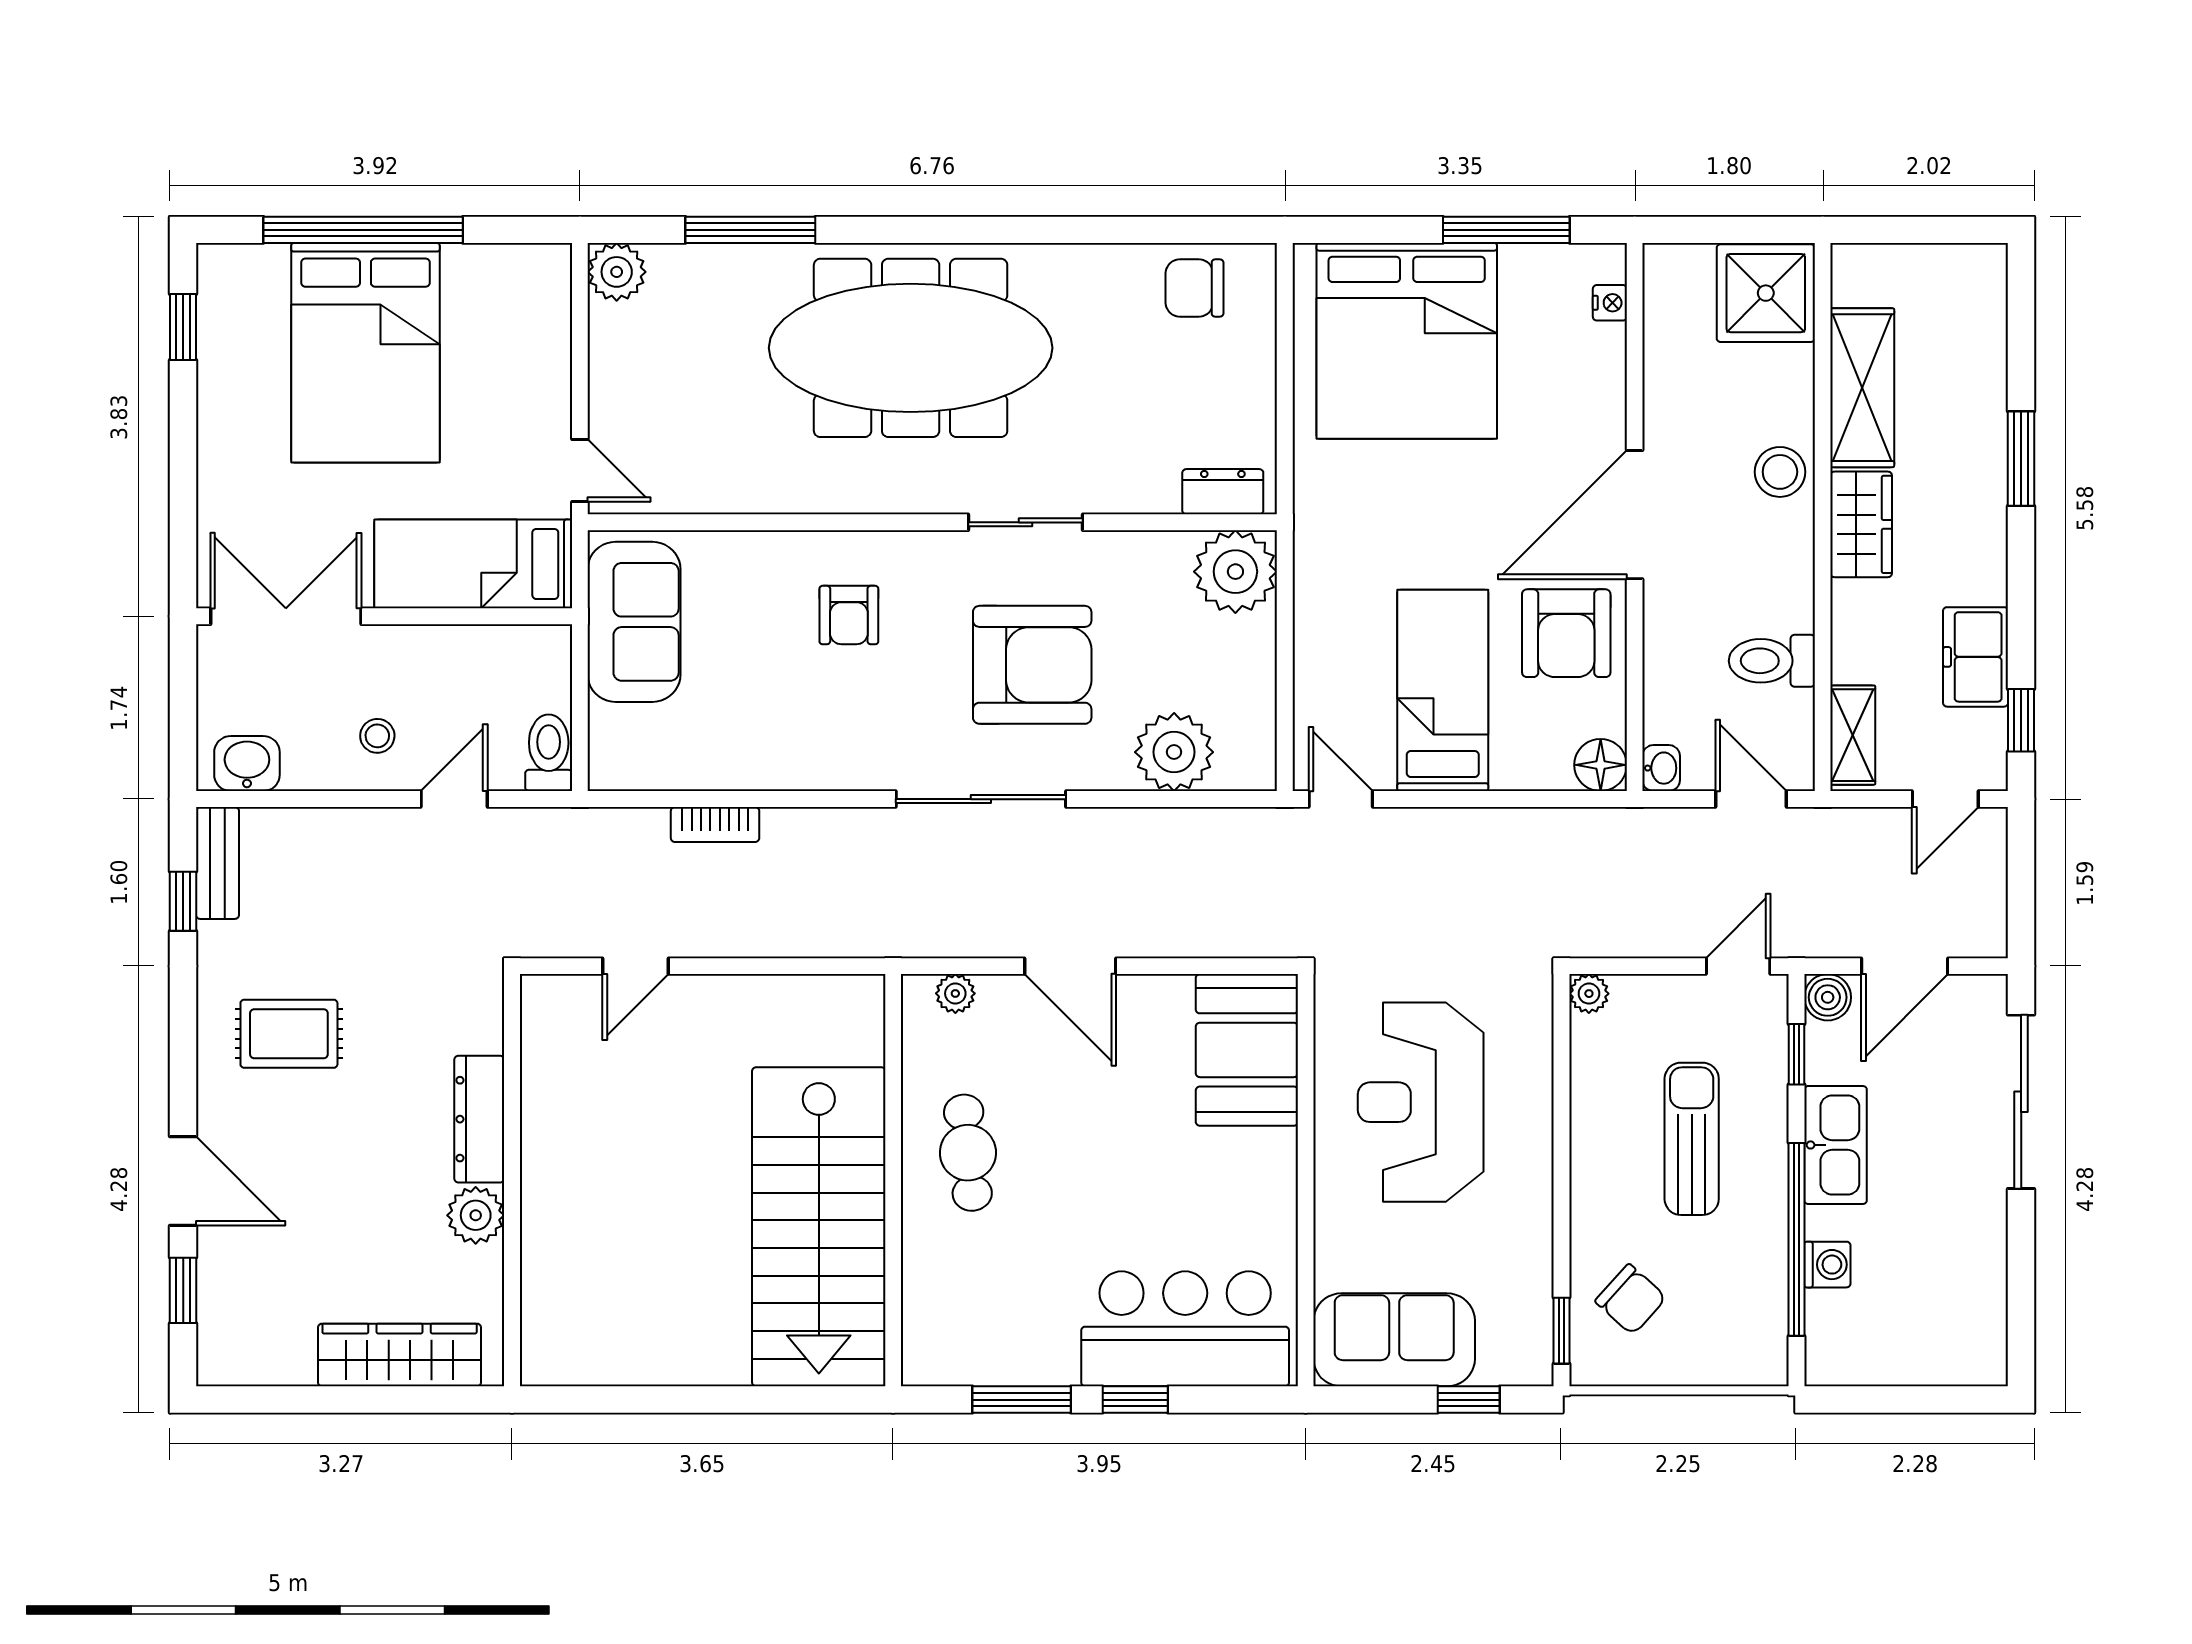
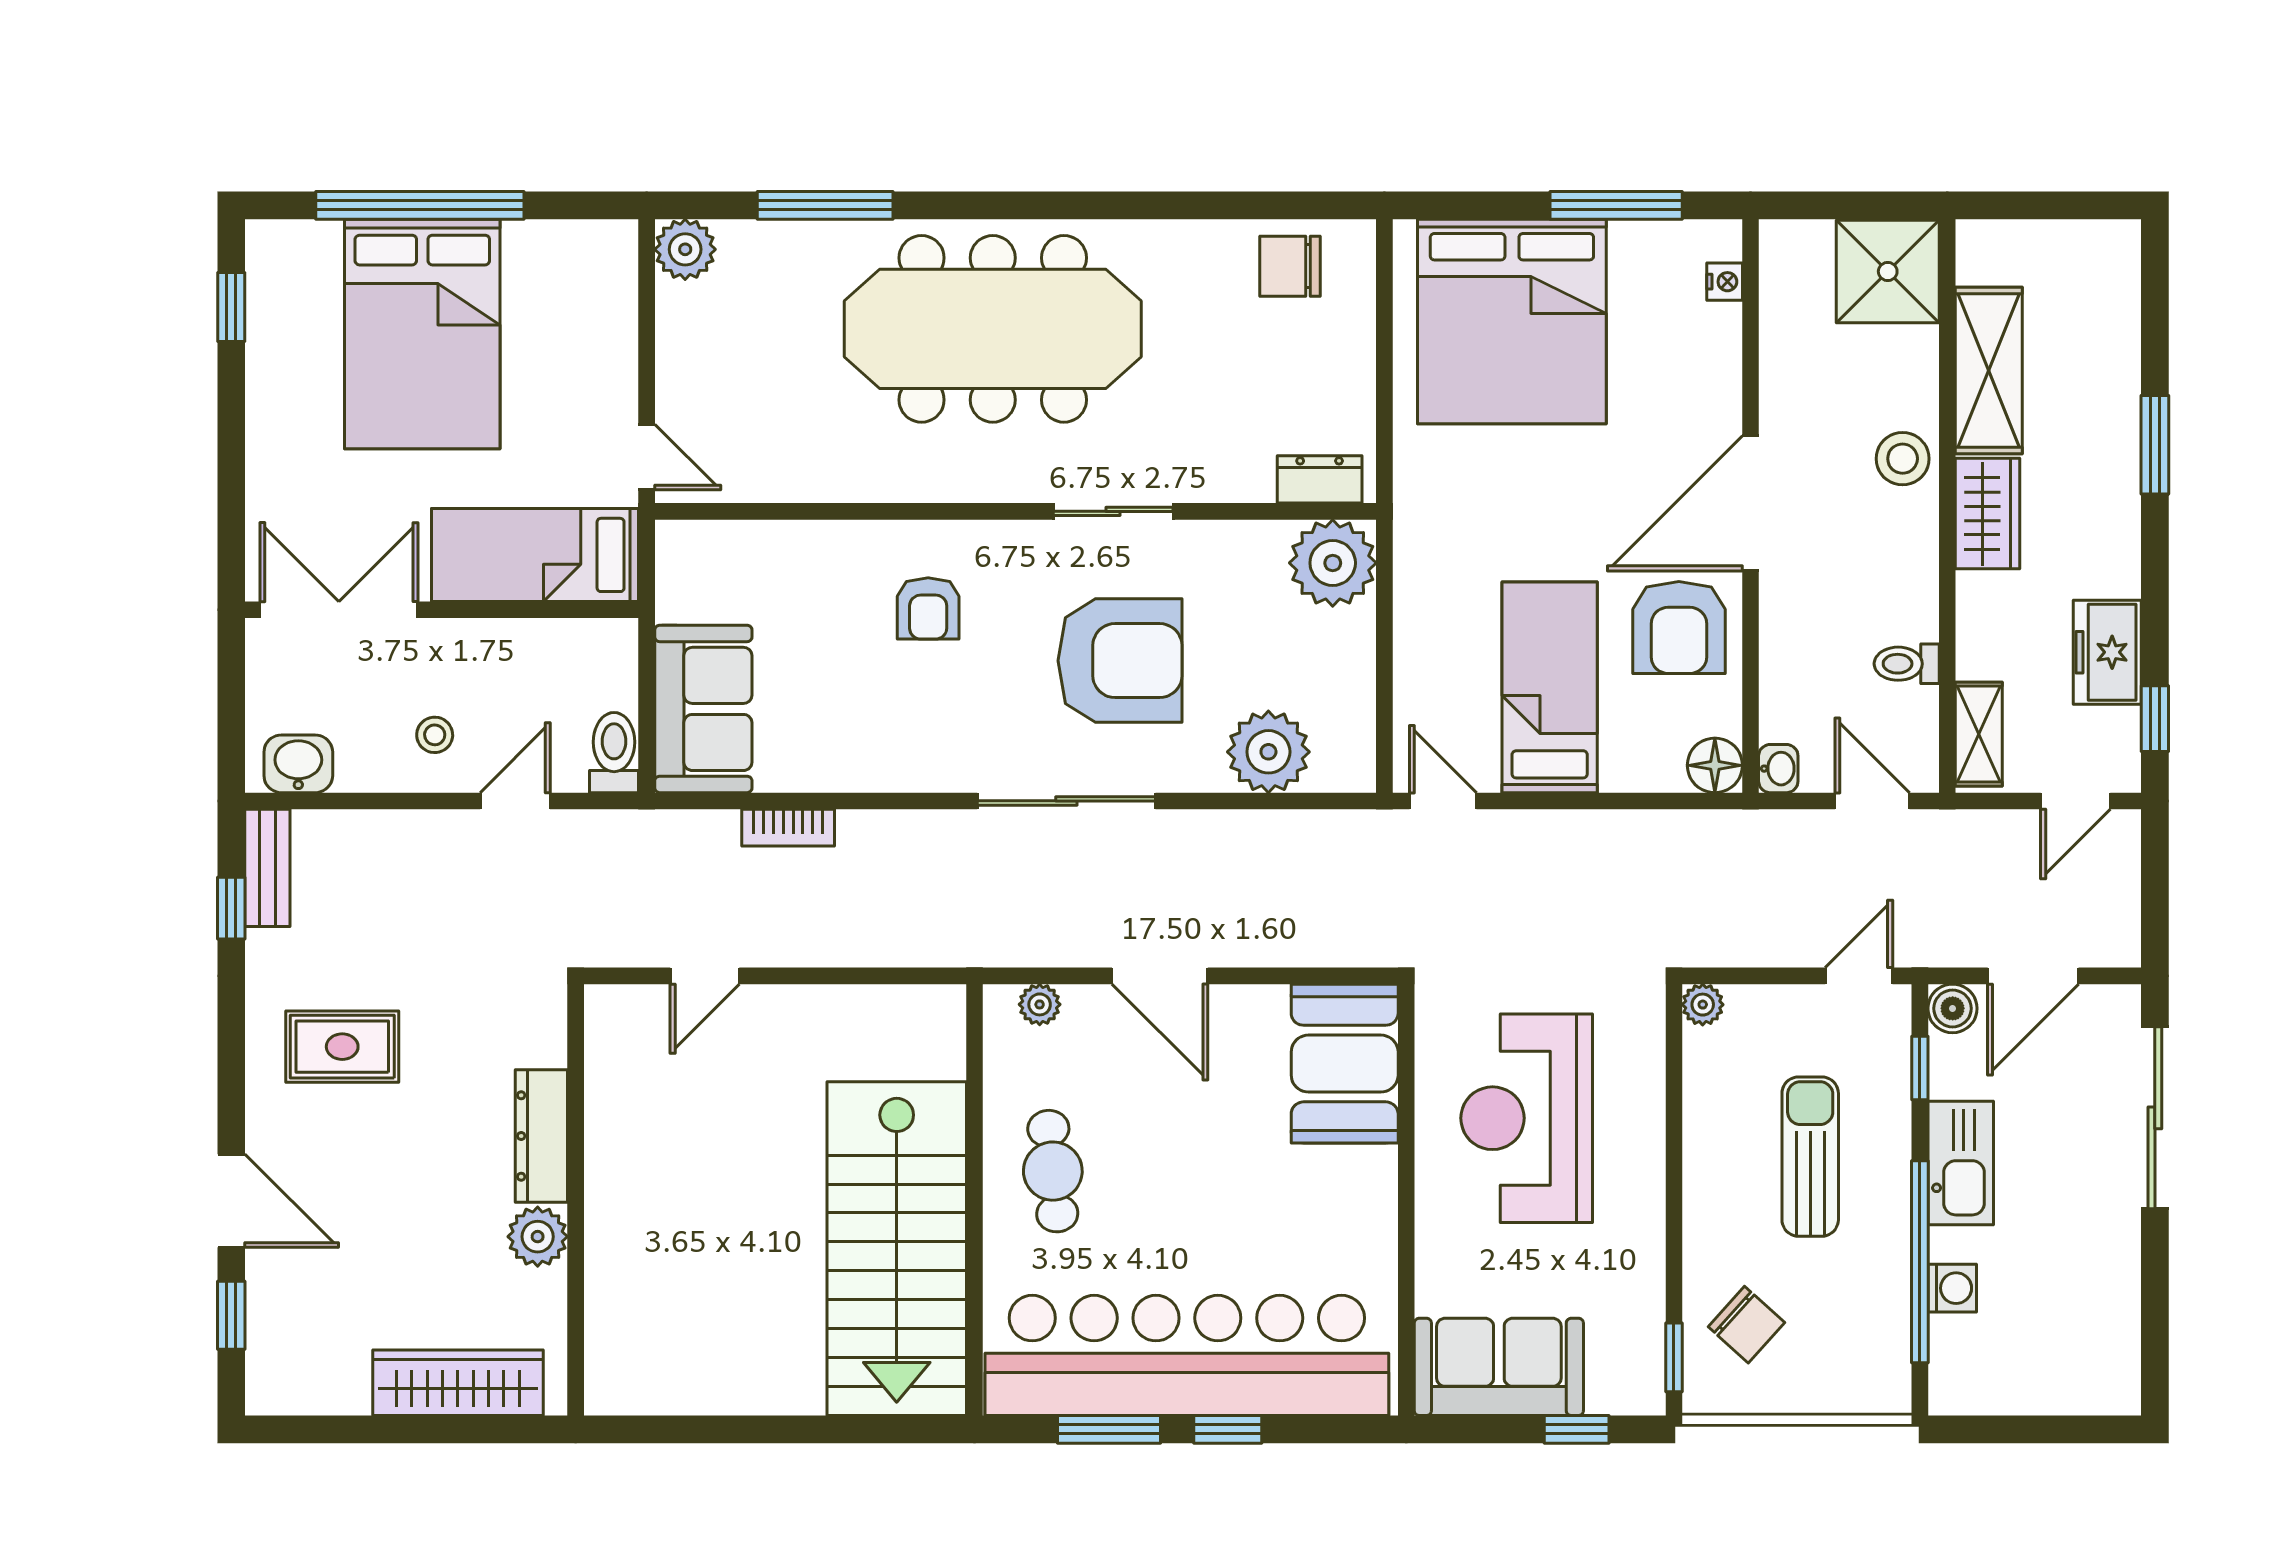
sofa: (634, 622) -> (703, 709), moved
toilet: (1772, 661) -> (1907, 664), width x0.73, depth x0.72
bar counter: (1185, 1329) -> (1187, 1355), width x1.86

